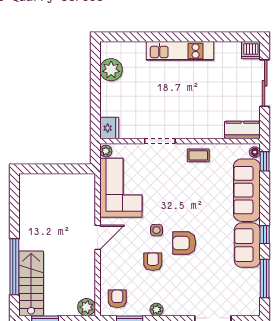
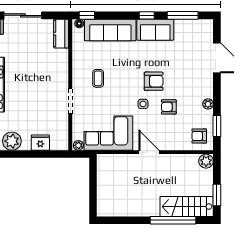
fridge: (109, 128) -> (40, 143), moved
coffee table: (198, 155) -> (98, 78), moved
armchair: (184, 243) -> (154, 81), turned -90

